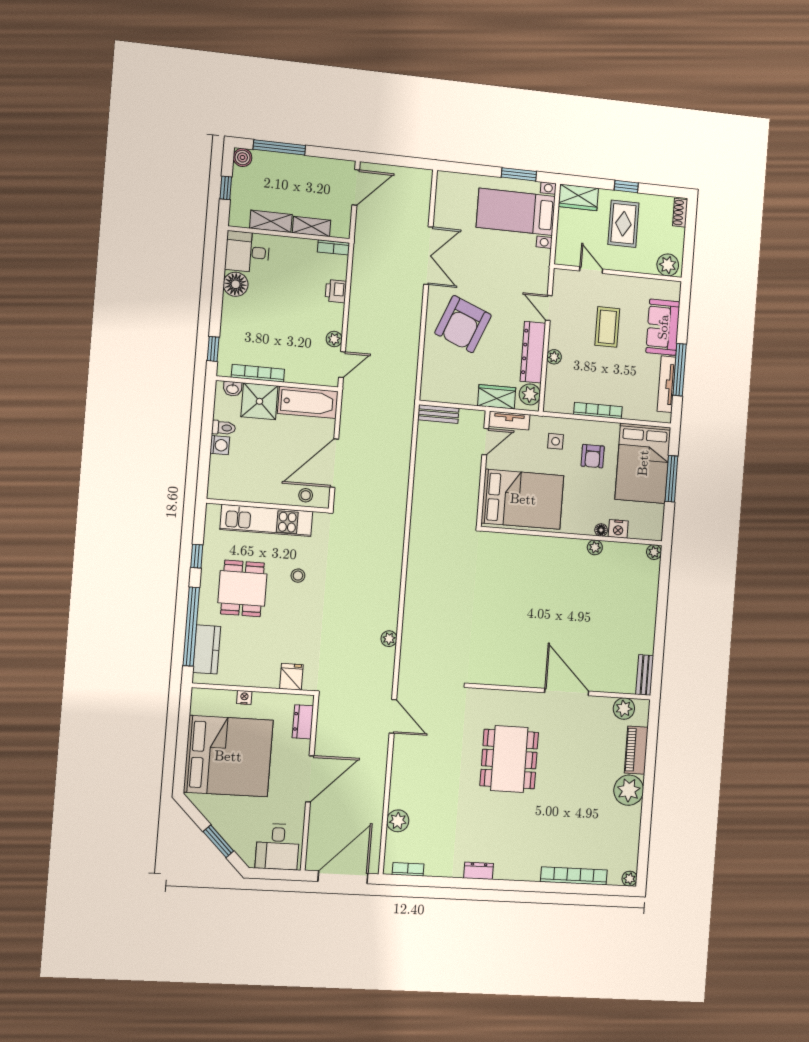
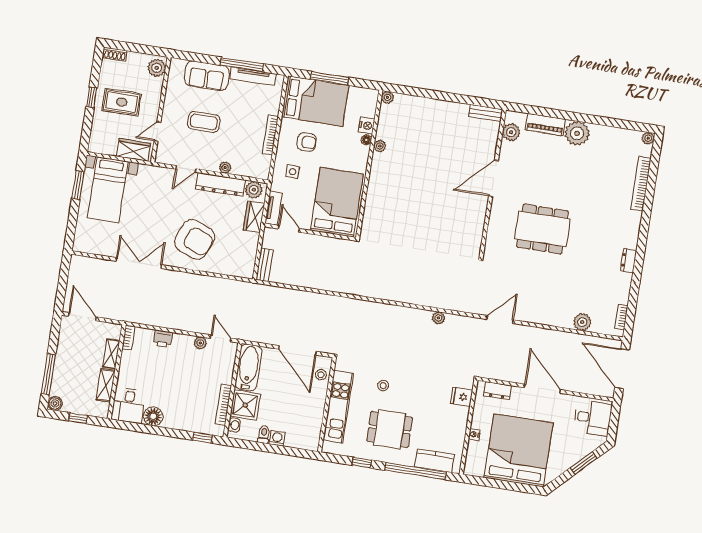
wardrobe: (578, 197) -> (133, 150), moved, turned -90

